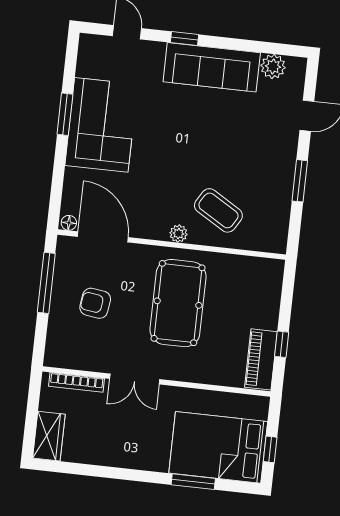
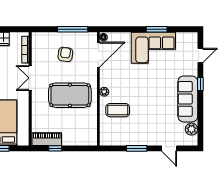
coffee table: (218, 210) -> (118, 110), turned 59

